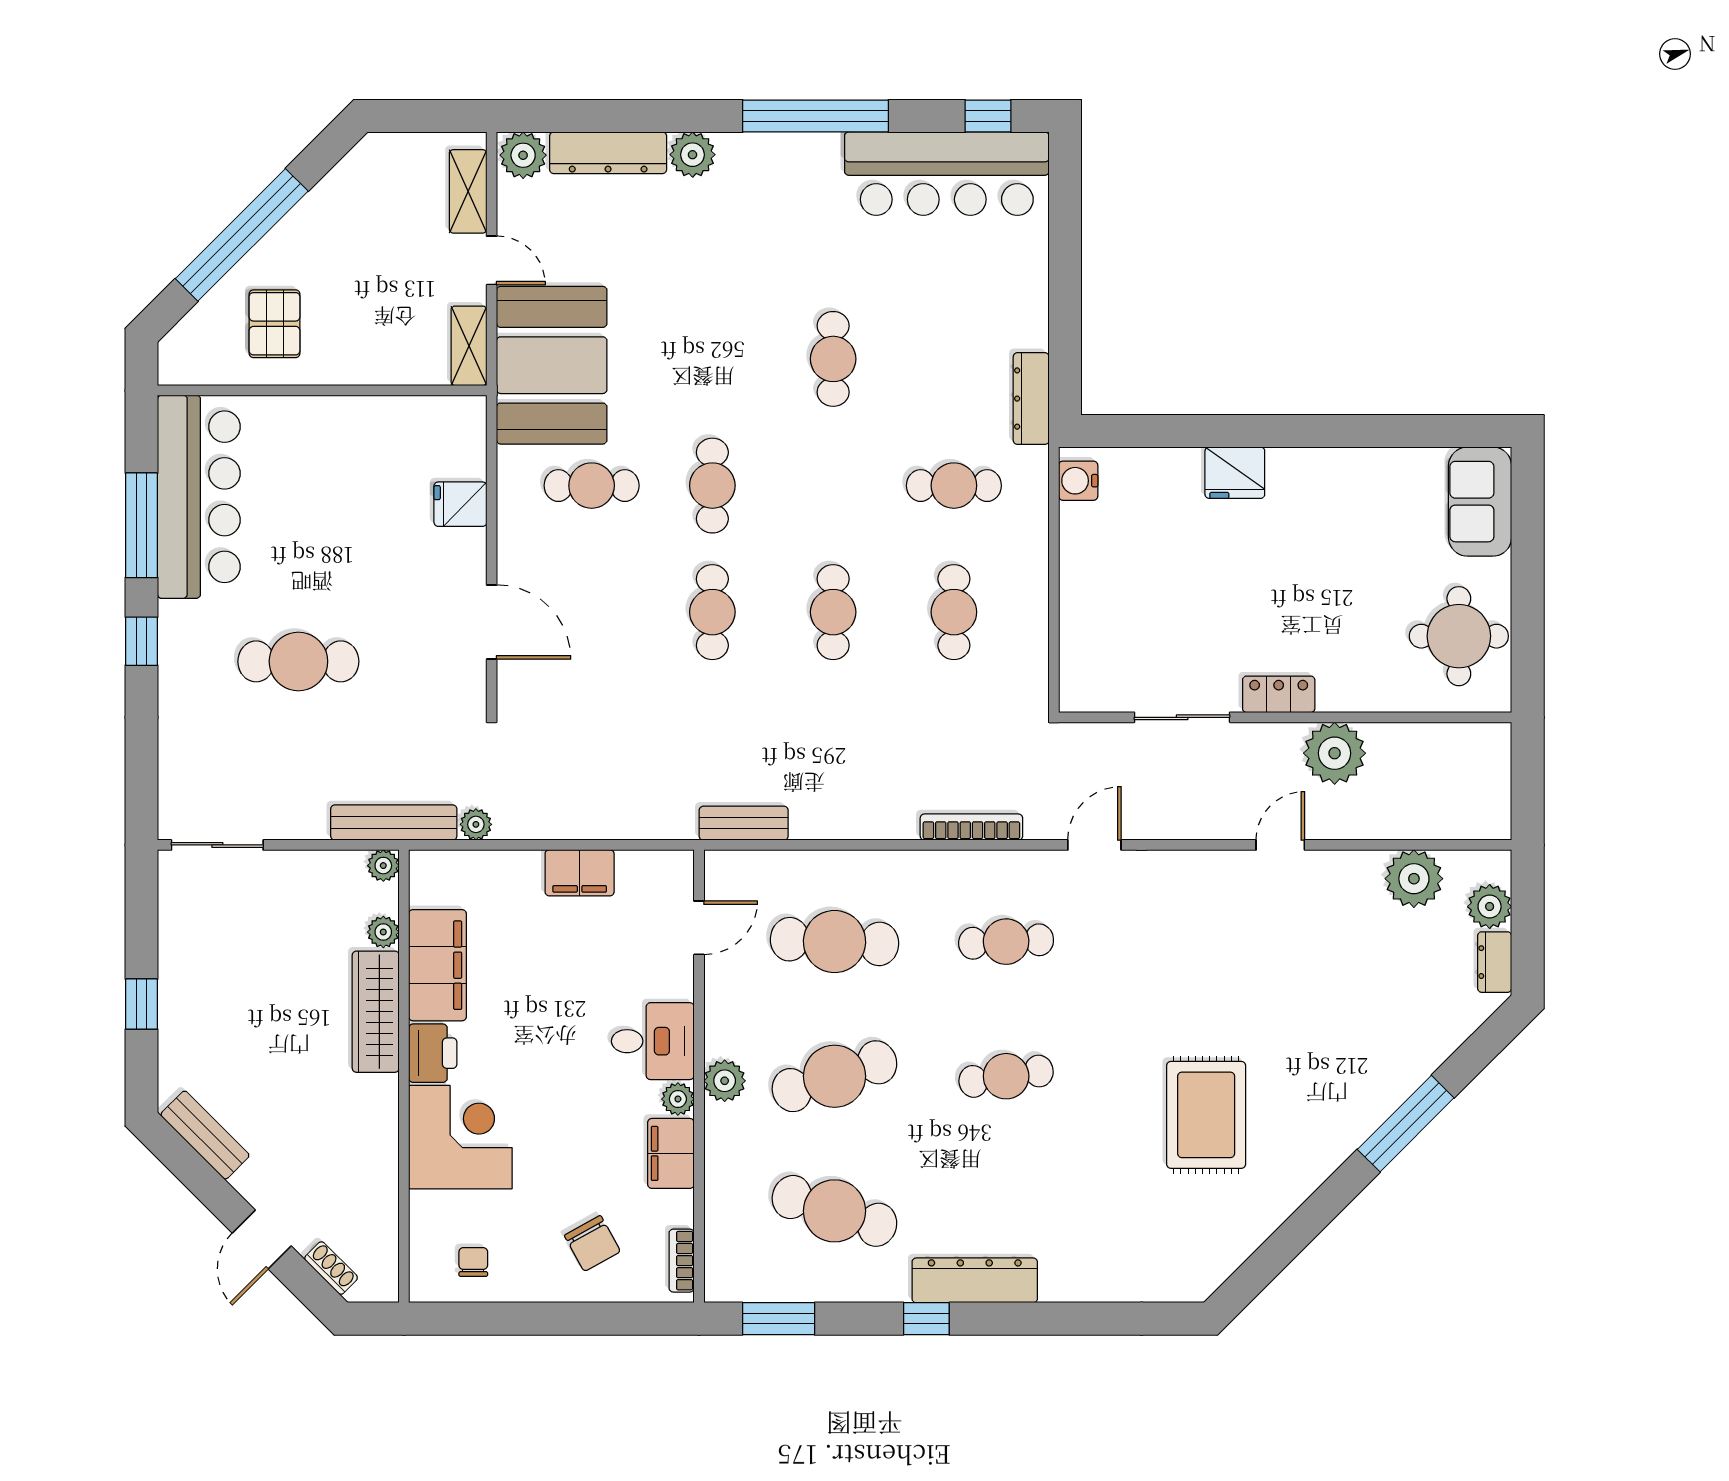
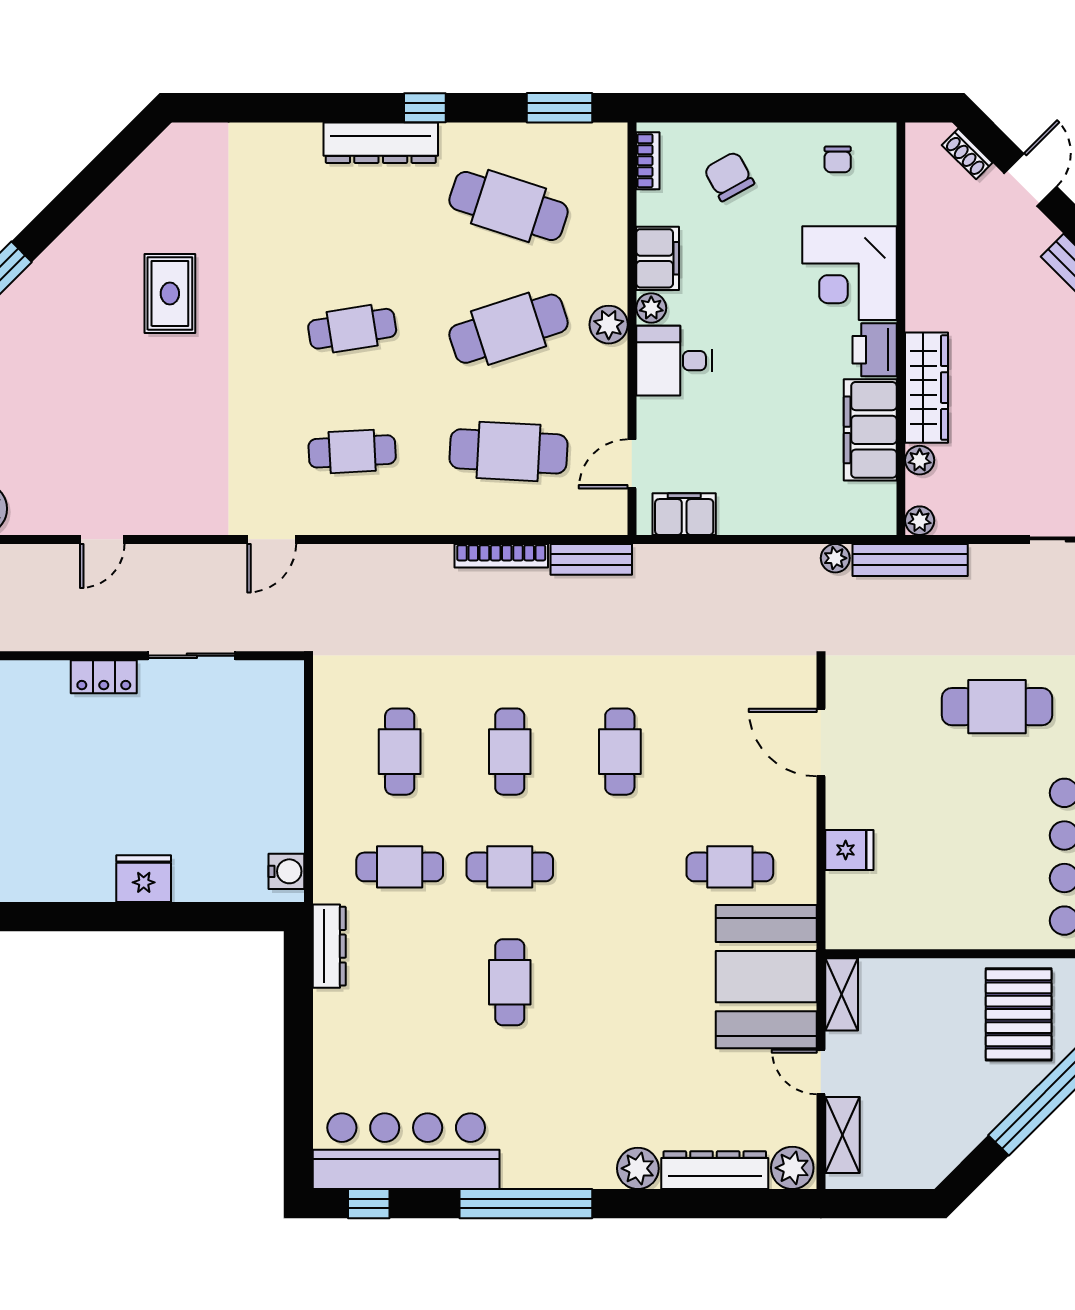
pallet: (275, 324) -> (1019, 1014), width x1.50, depth x1.42
cafe table: (712, 486) -> (510, 867), moved, turned 90
plant: (1335, 753) -> (53, 623), removed
bookcase: (971, 827) -> (501, 556), moved
filing cabinet: (580, 873) -> (684, 514), moved
rug: (1206, 1115) -> (170, 293), width x0.73, depth x0.70

